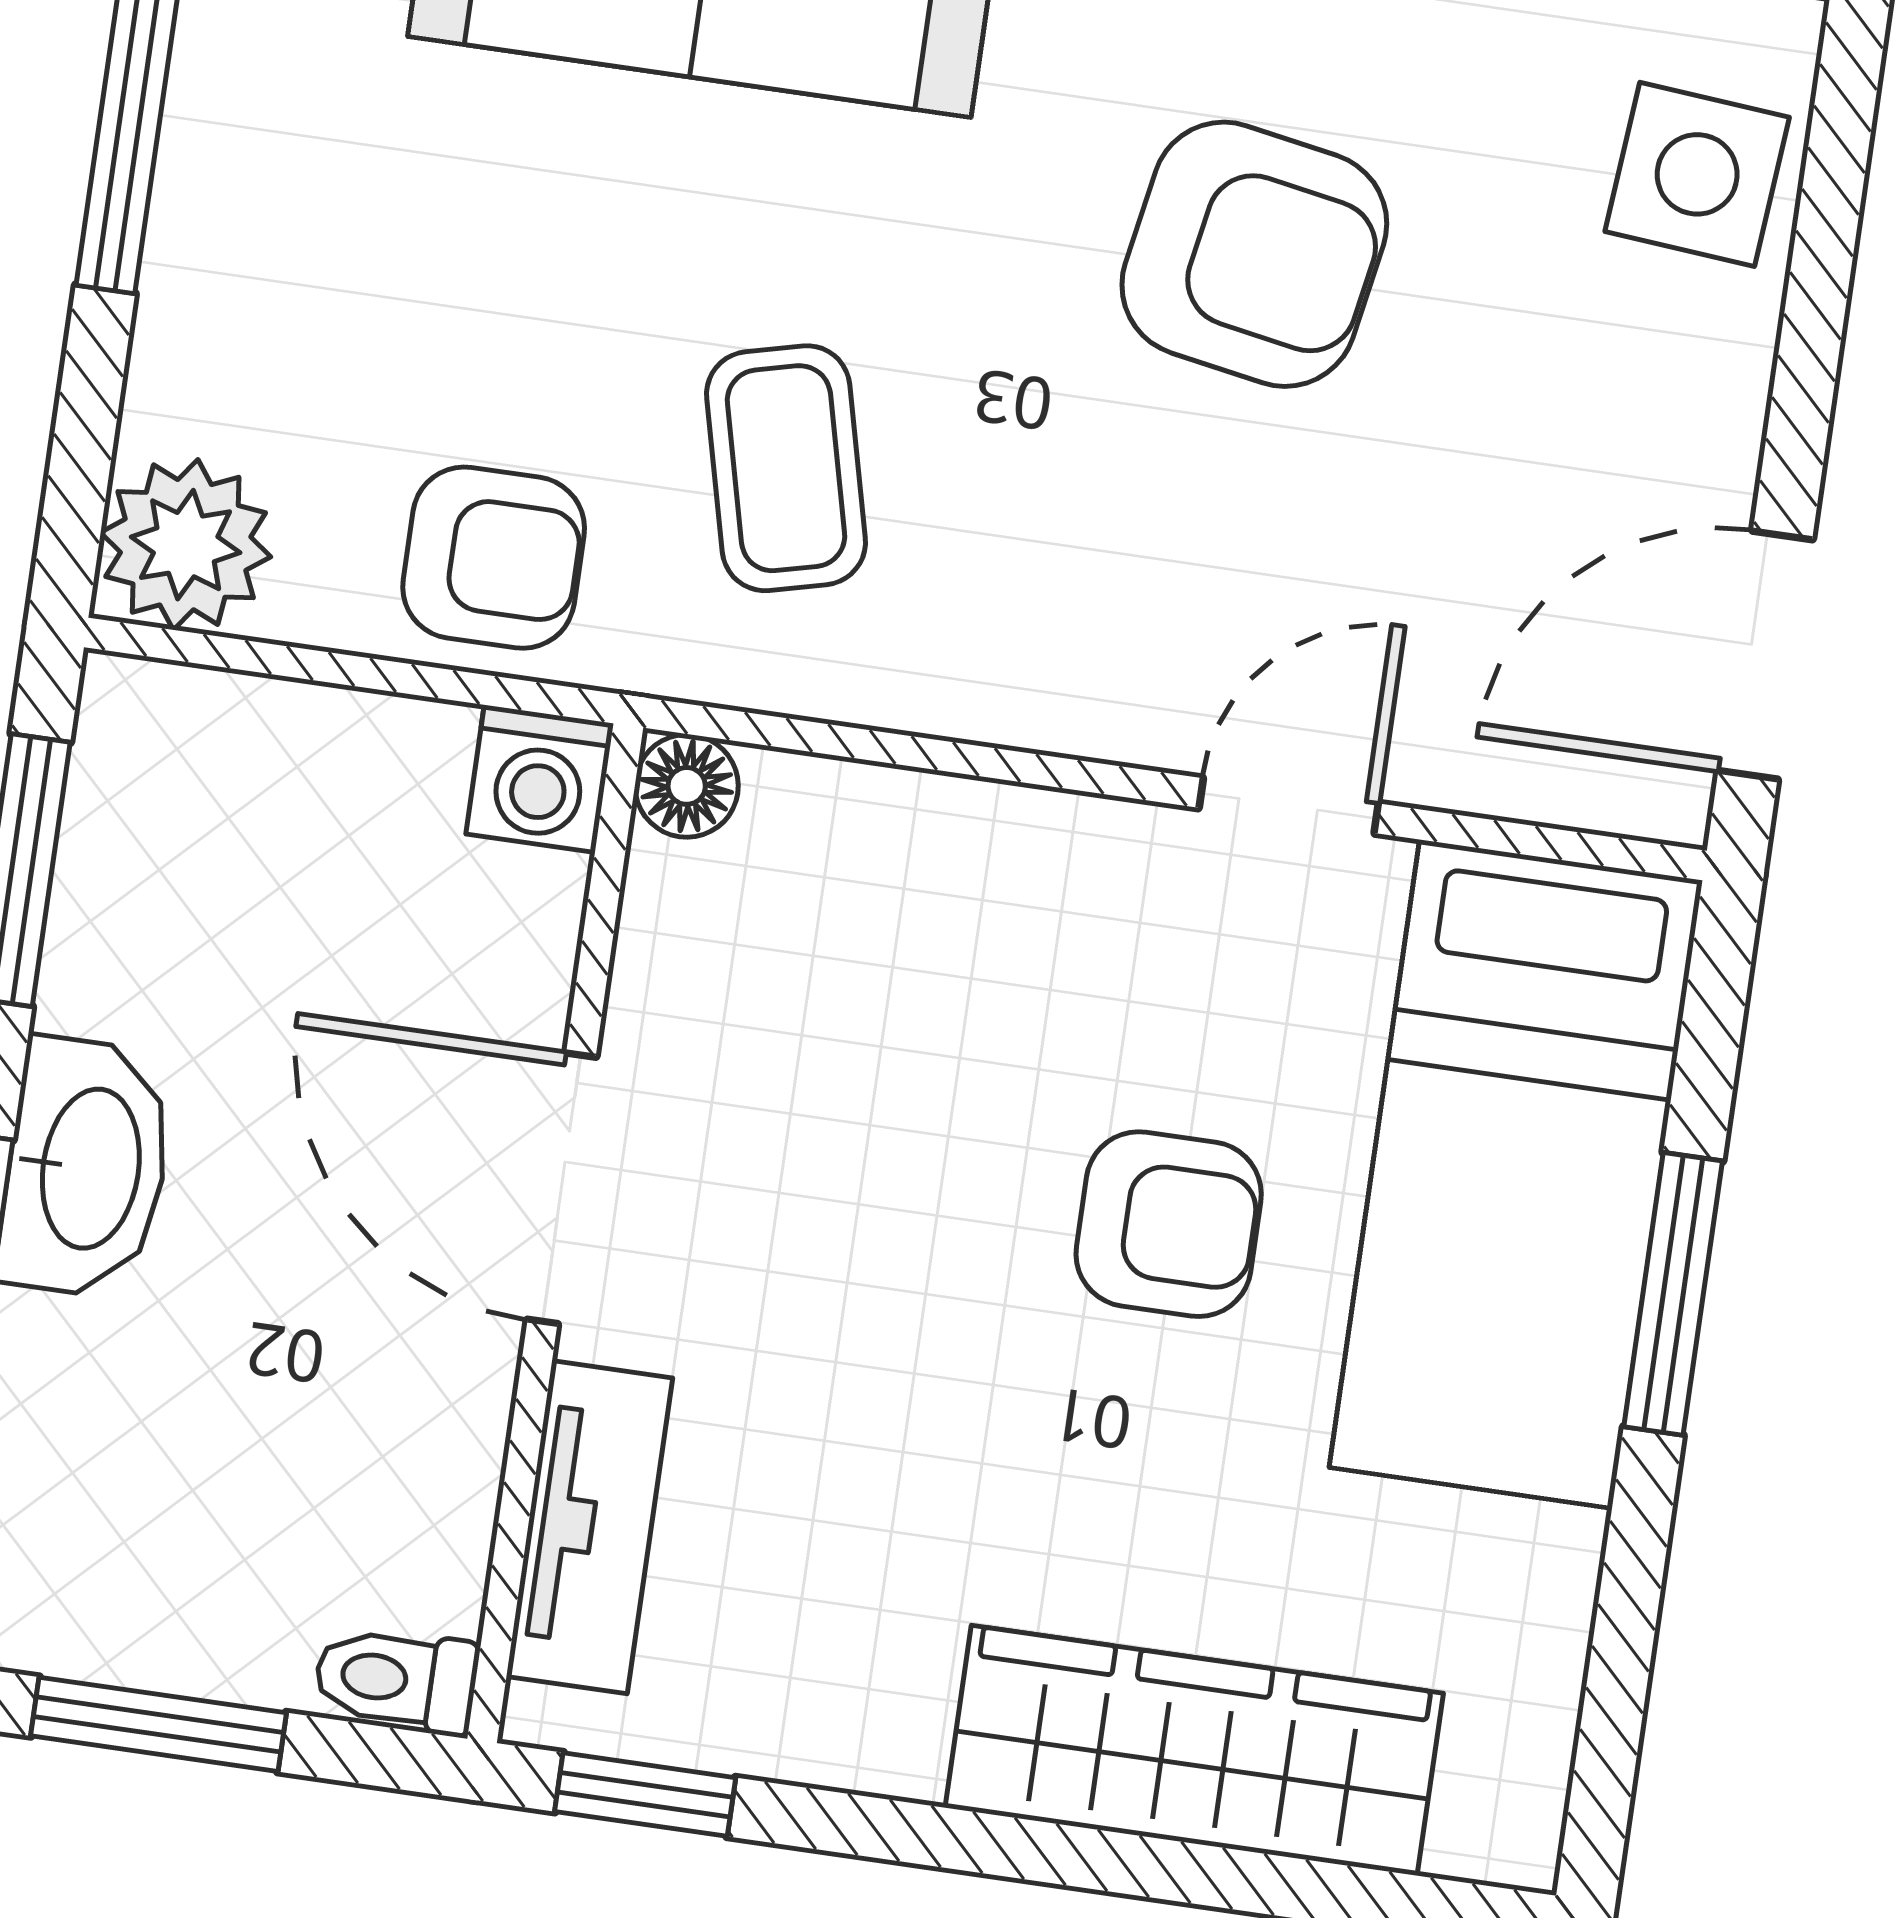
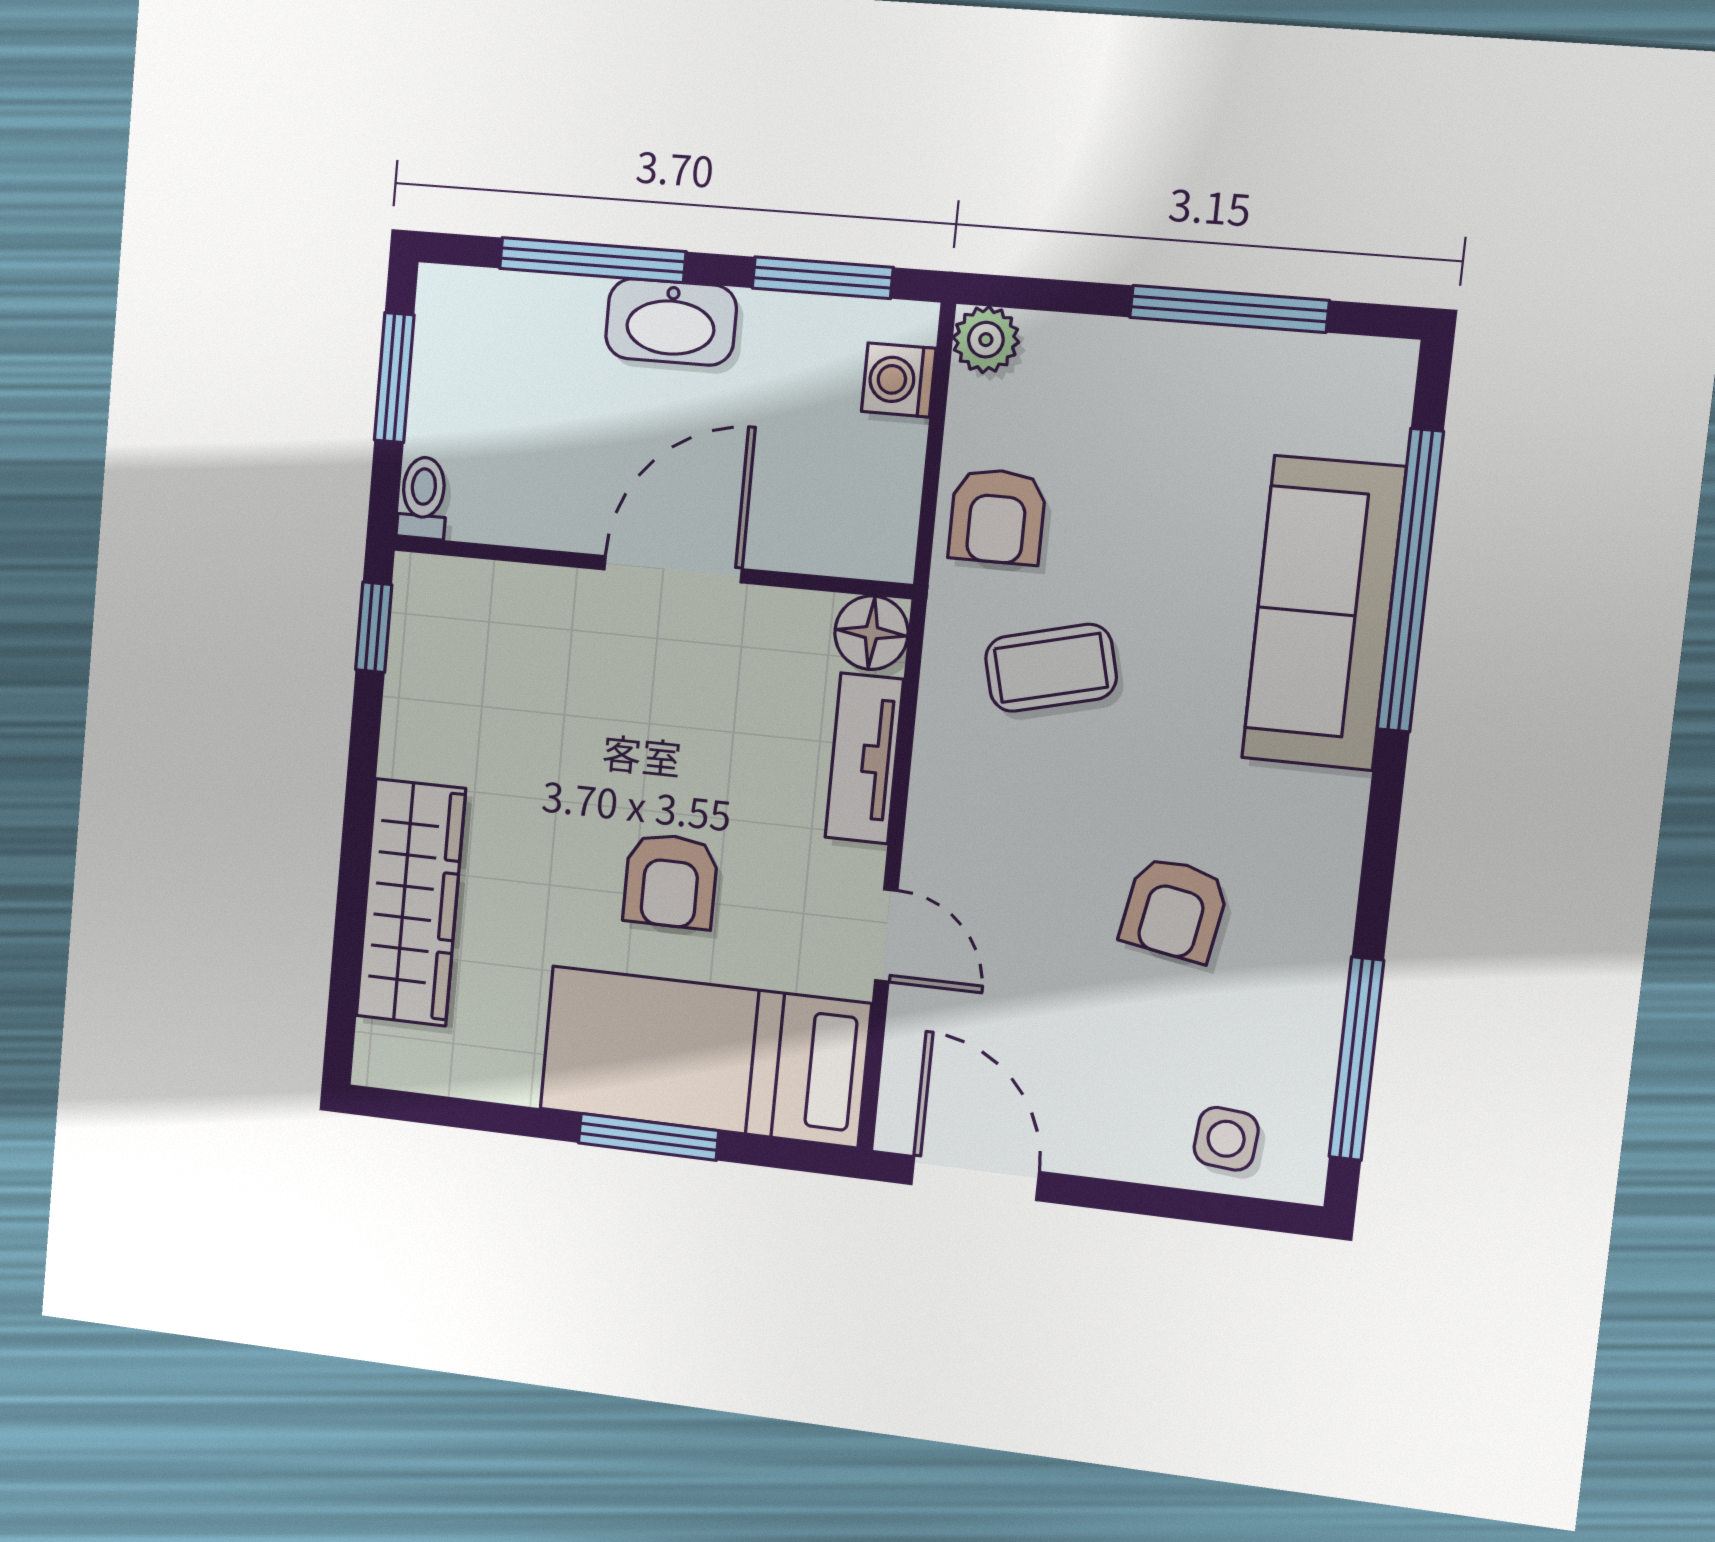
side table: (1697, 174) -> (1226, 1139), width x0.73, depth x0.73
armchair: (1254, 254) -> (1174, 909), width x0.72, depth x0.72
plant: (186, 545) -> (986, 340), width x0.73, depth x0.73
washing machine: (540, 779) -> (899, 380), moved
floor lamp: (687, 786) -> (871, 633), width x1.37, depth x1.37
tv unit: (589, 1527) -> (864, 758), moved, turned 90

